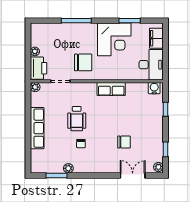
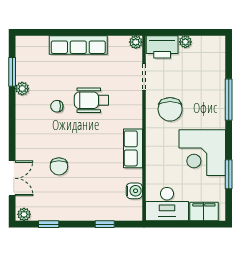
water cooler: (154, 88) -> (134, 191), moved

